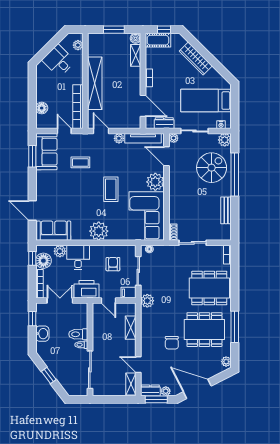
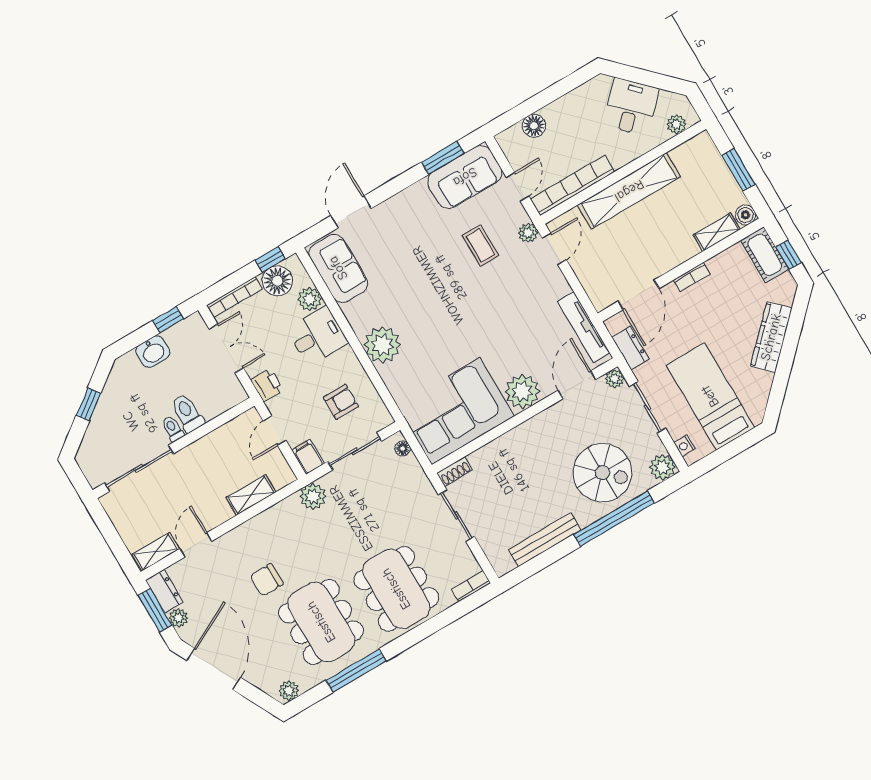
plant: (119, 138) -> (528, 233), moved
coffee table: (111, 189) -> (465, 324), removed
bench: (226, 210) -> (545, 540), width x1.36
printer: (87, 289) -> (267, 385), width x0.53, depth x0.68

